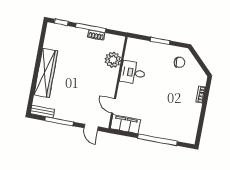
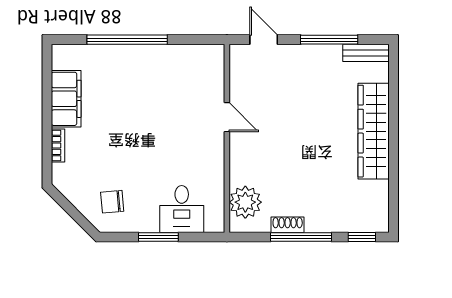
plant: (113, 60) -> (245, 202), moved
desk: (133, 73) -> (182, 209), moved, turned 90
door: (114, 106) -> (227, 117), moved
filing cabinet: (125, 124) -> (66, 99), moved, turned -90

